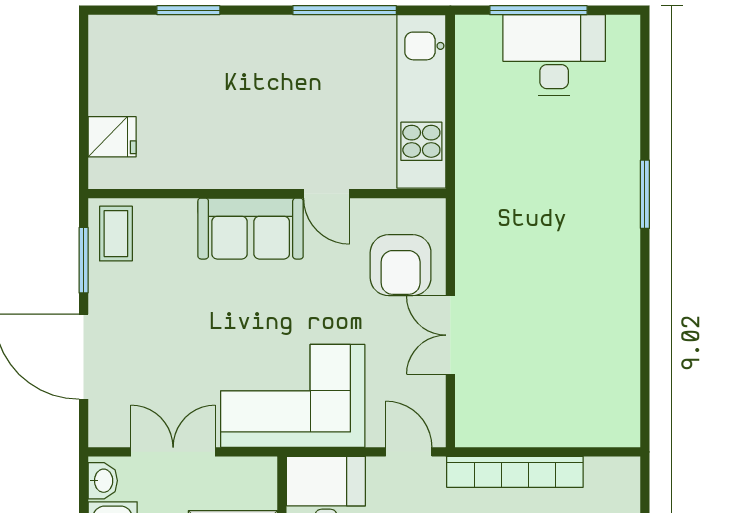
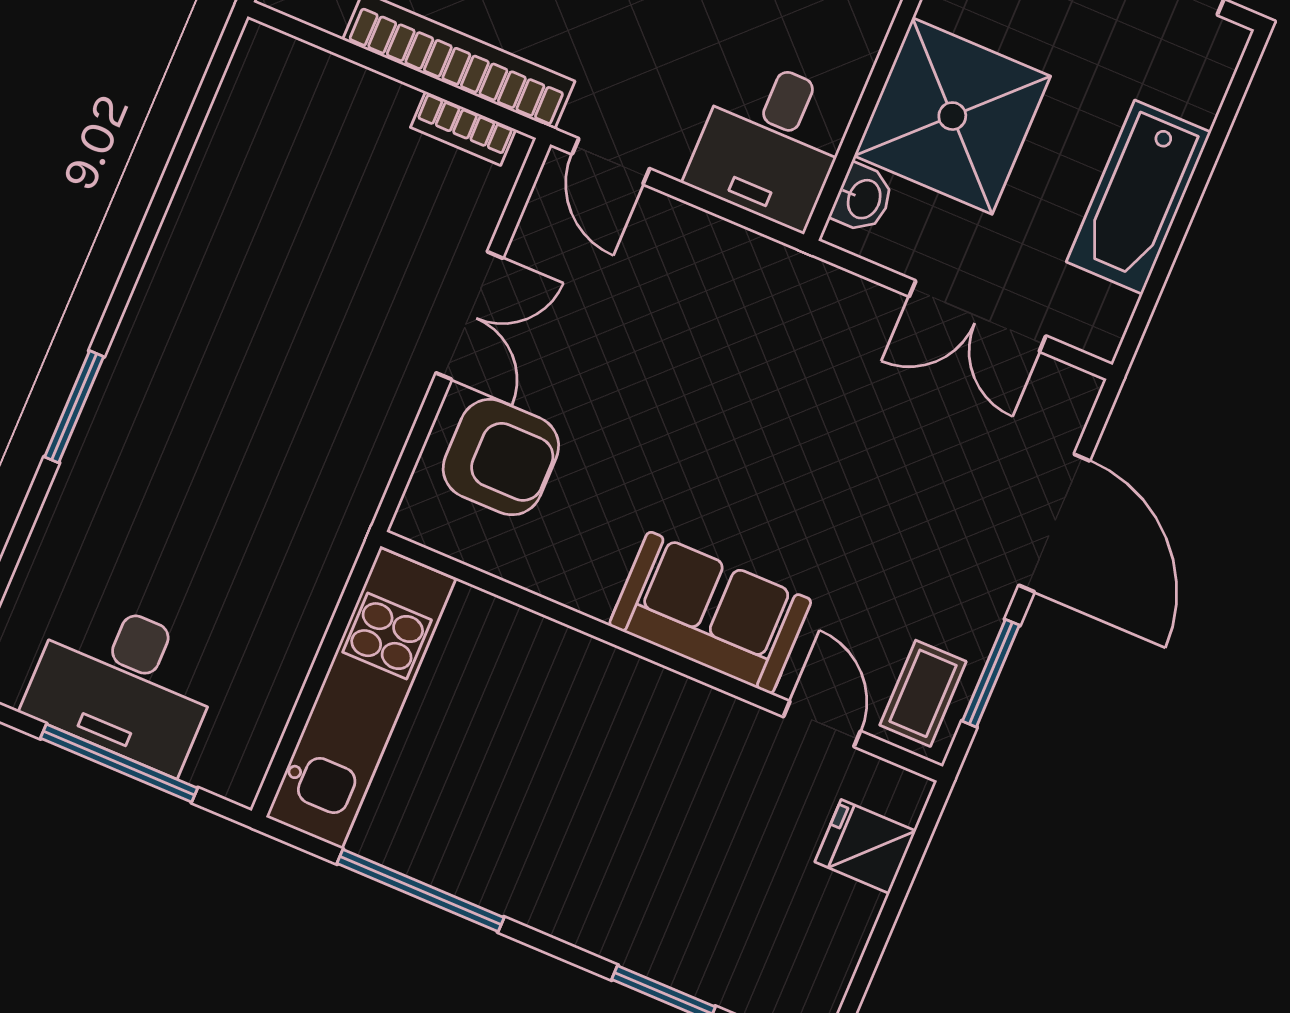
door: (327, 194) -> (822, 724), moved
armchair: (401, 265) -> (501, 457), turned 90
corner sofa: (293, 396) -> (755, 325), removed
bookcase: (497, 436) -> (463, 128), added
washbasin: (103, 481) -> (863, 199), moved, turned 180

